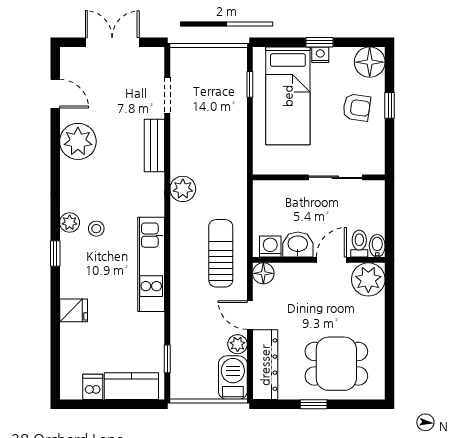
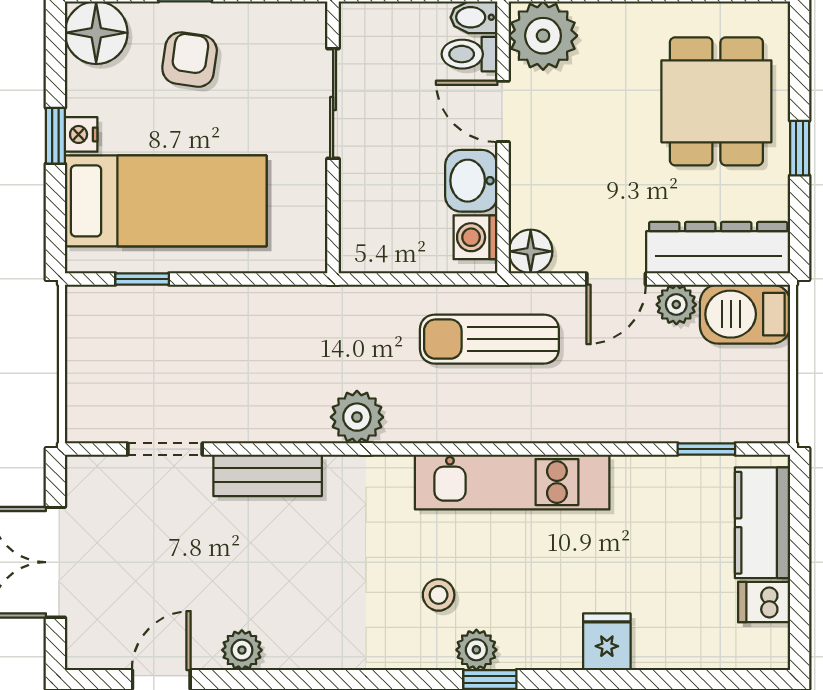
plant: (78, 141) -> (242, 650), width x0.53, depth x0.53
plant: (70, 223) -> (476, 650), moved

